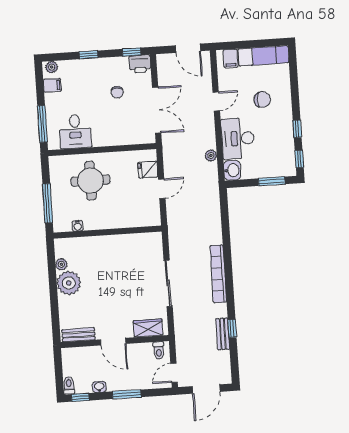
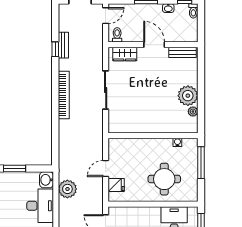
plant: (211, 155) -> (67, 189), width x1.87, depth x1.87

